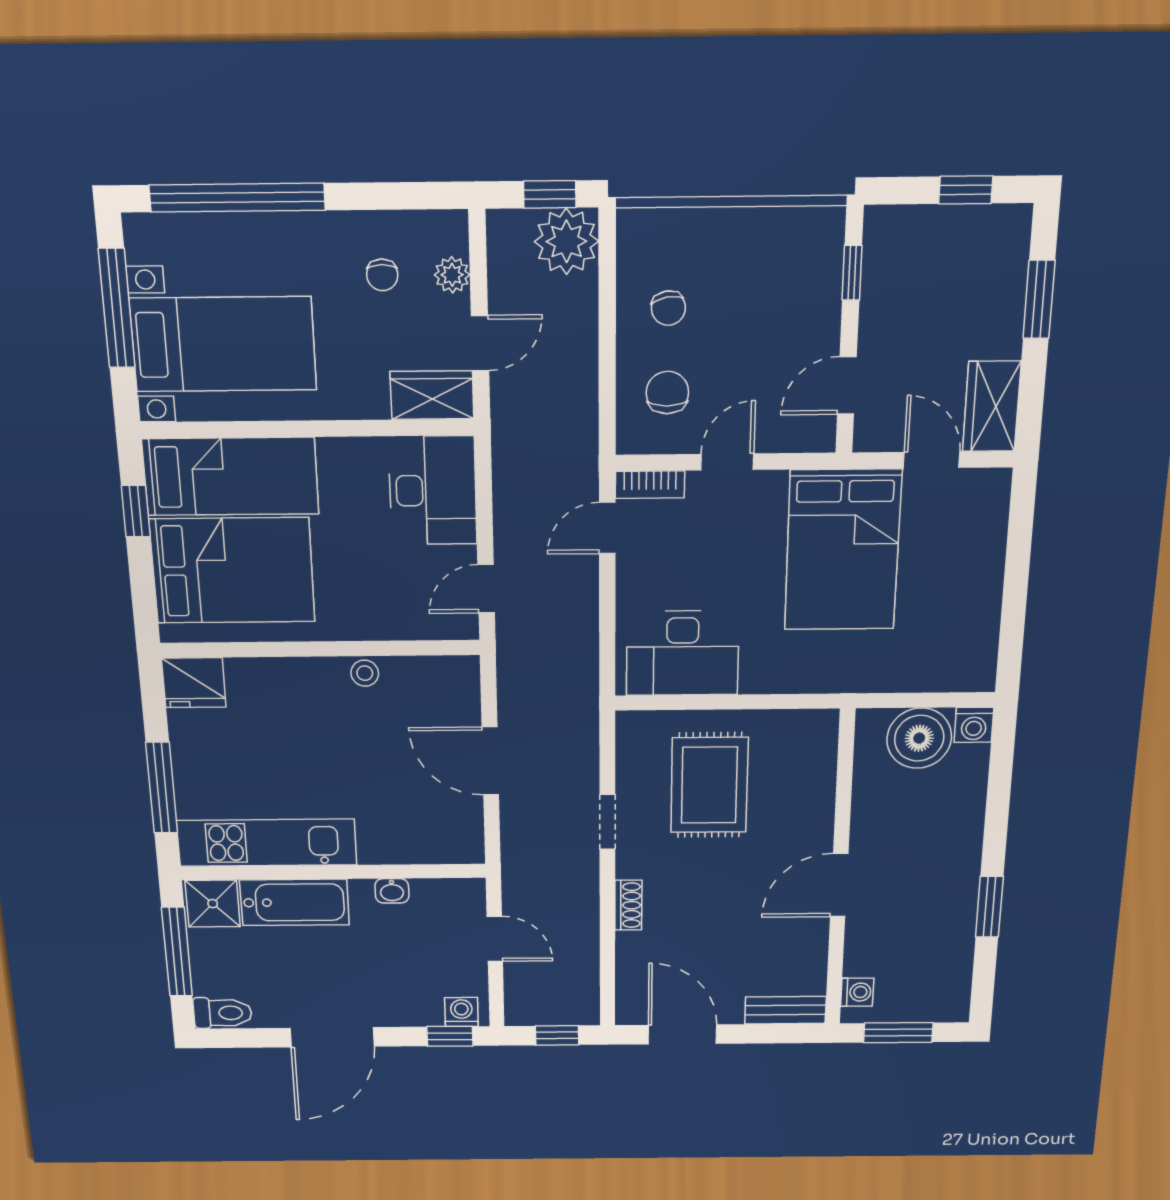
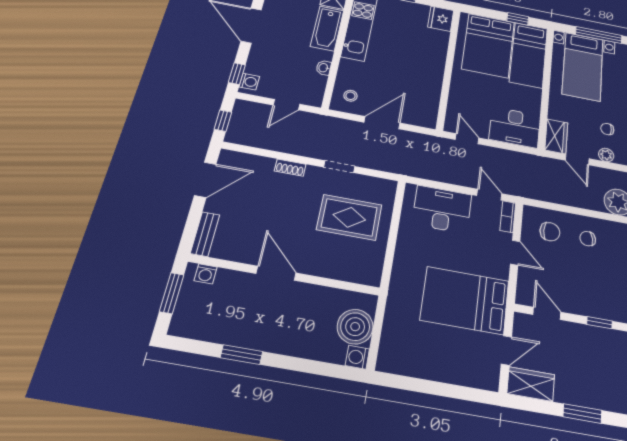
desk: (682, 653) -> (442, 209), moved, turned 90
stool: (365, 673) -> (350, 96), moved

